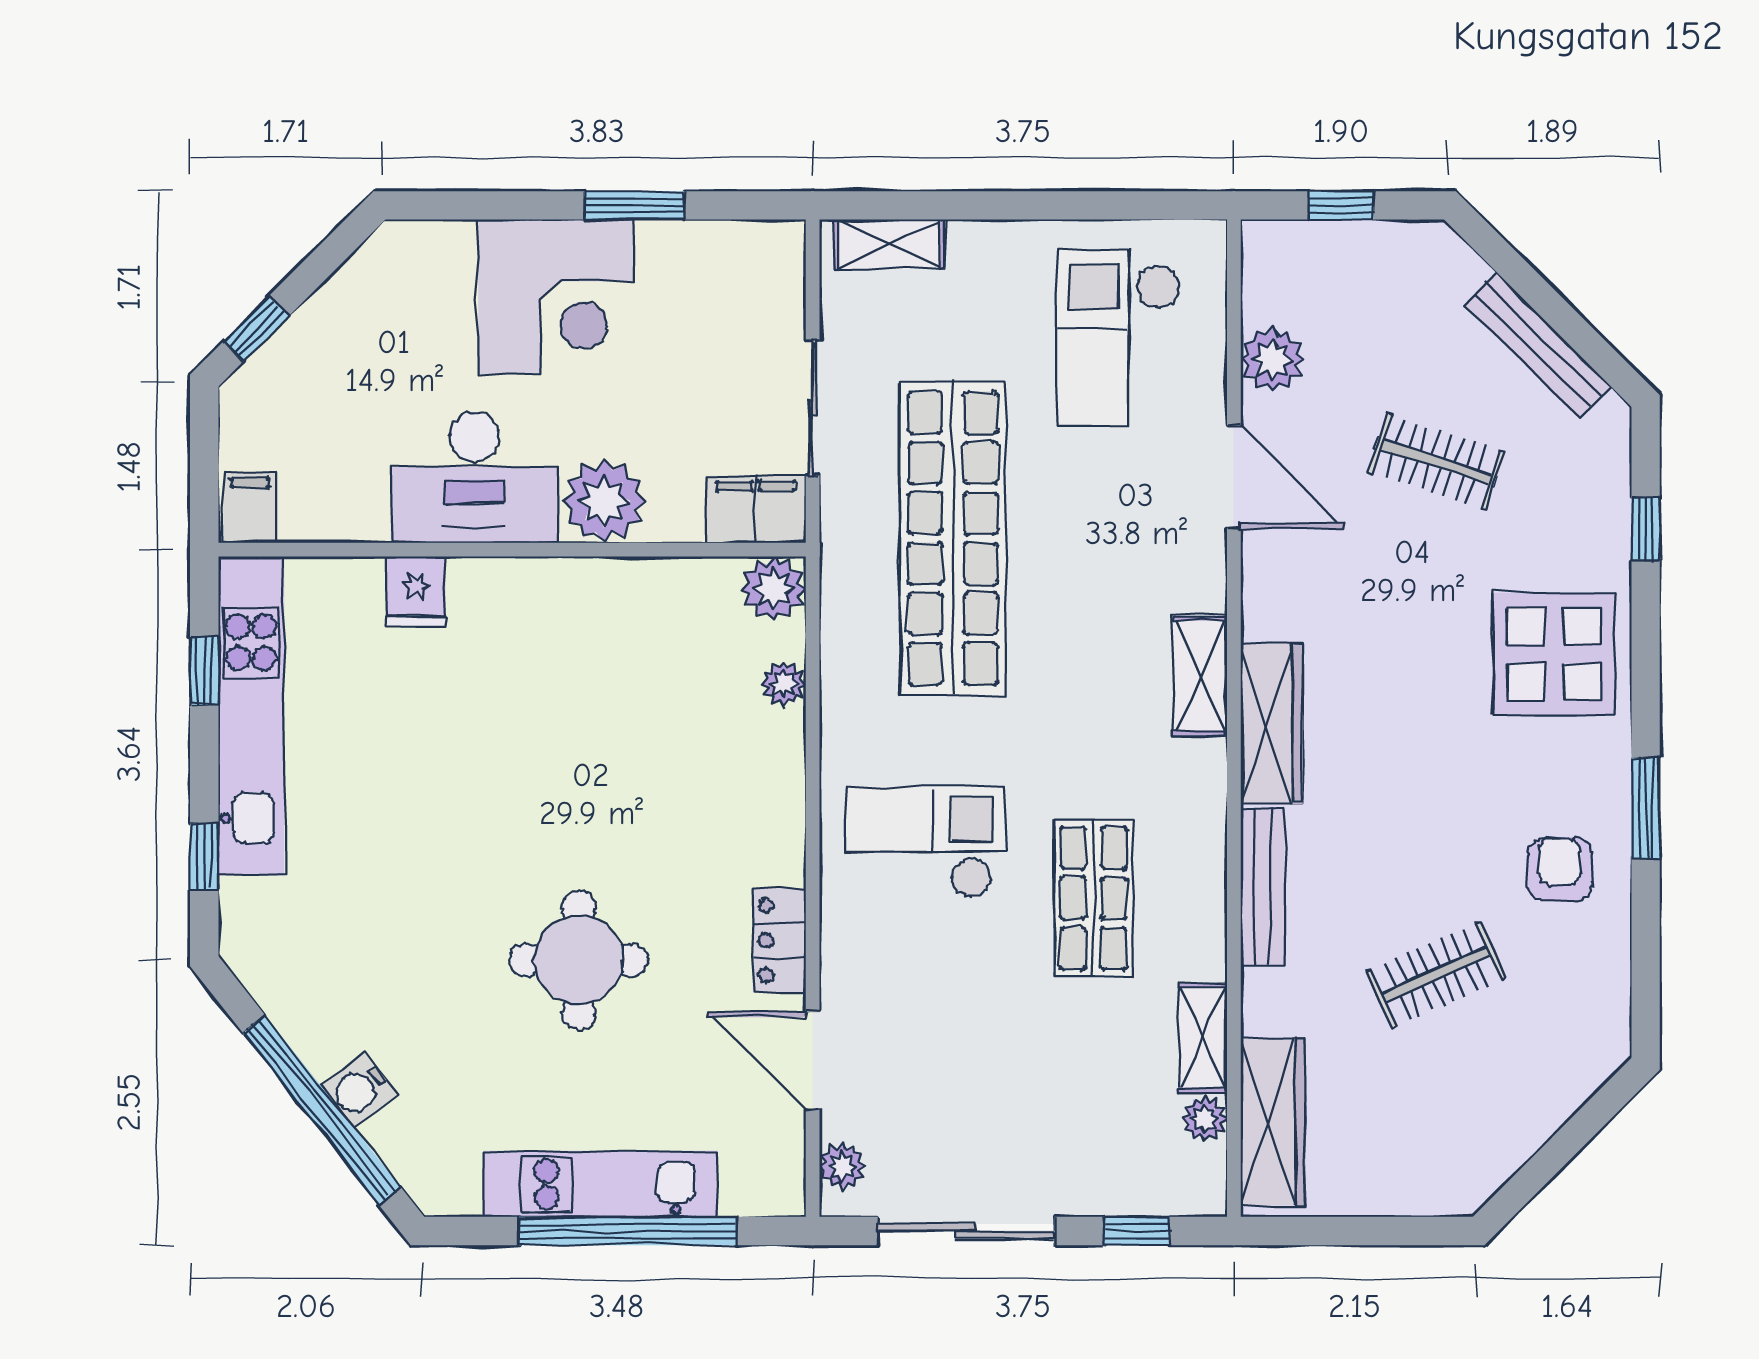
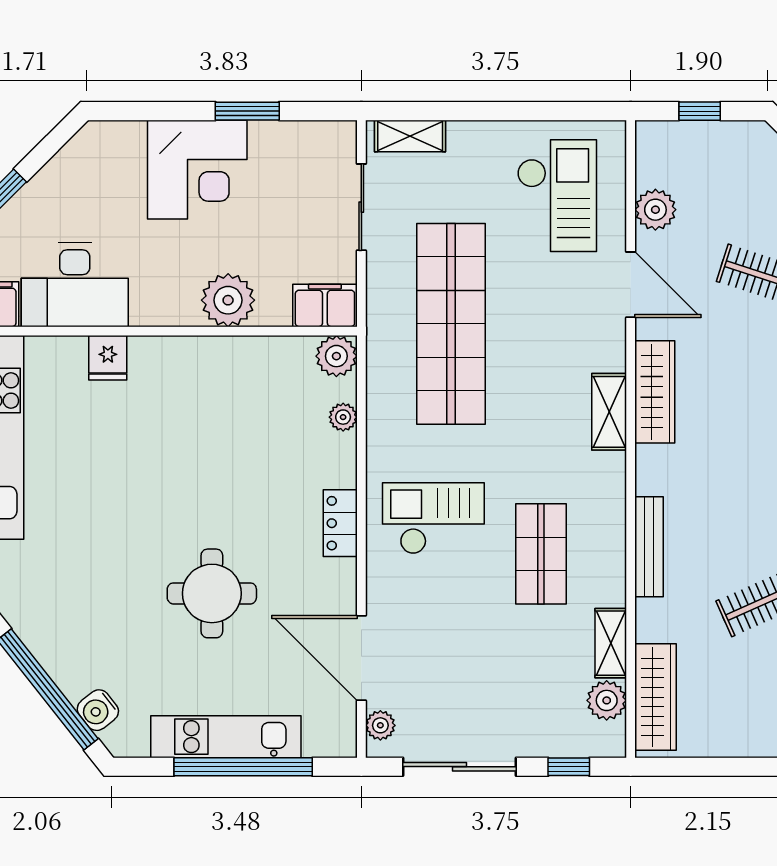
checkout: (1118, 338) -> (557, 196), turned 180
sliding door: (813, 408) -> (361, 207), moved
desk: (474, 477) -> (75, 285), moved
wardrobe: (1272, 724) -> (655, 392), moved
locker: (779, 940) -> (340, 523), moved
door: (813, 1061) -> (361, 658), width x1.36
water cooler: (359, 1090) -> (98, 710), moved
plant: (1205, 1119) -> (607, 700), width x1.38, depth x1.38

